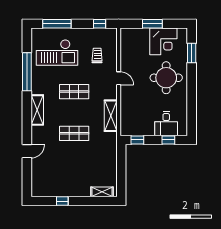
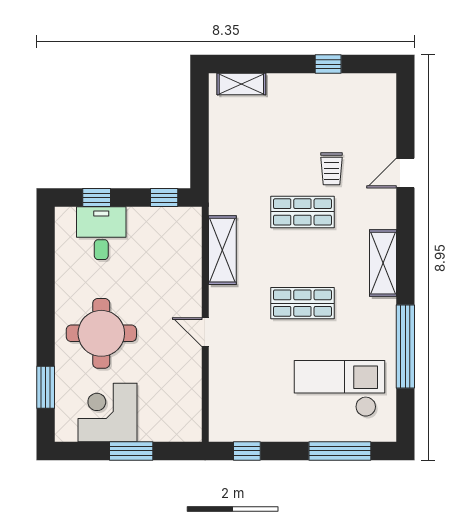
trolley: (97, 56) -> (331, 169), moved

